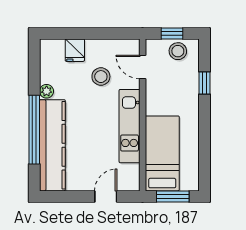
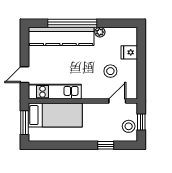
kitchen unit: (130, 126) -> (55, 92), moved
door: (106, 196) -> (24, 75), swing flipped

